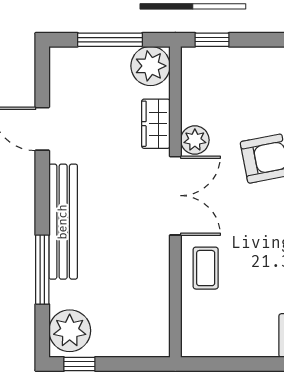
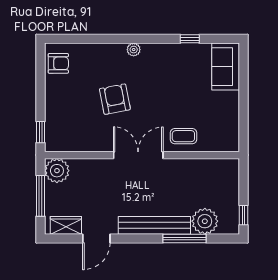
wardrobe: (156, 124) -> (66, 225), moved, turned 180
plant: (195, 140) -> (103, 143), removed
plant: (70, 331) -> (205, 221), moved

